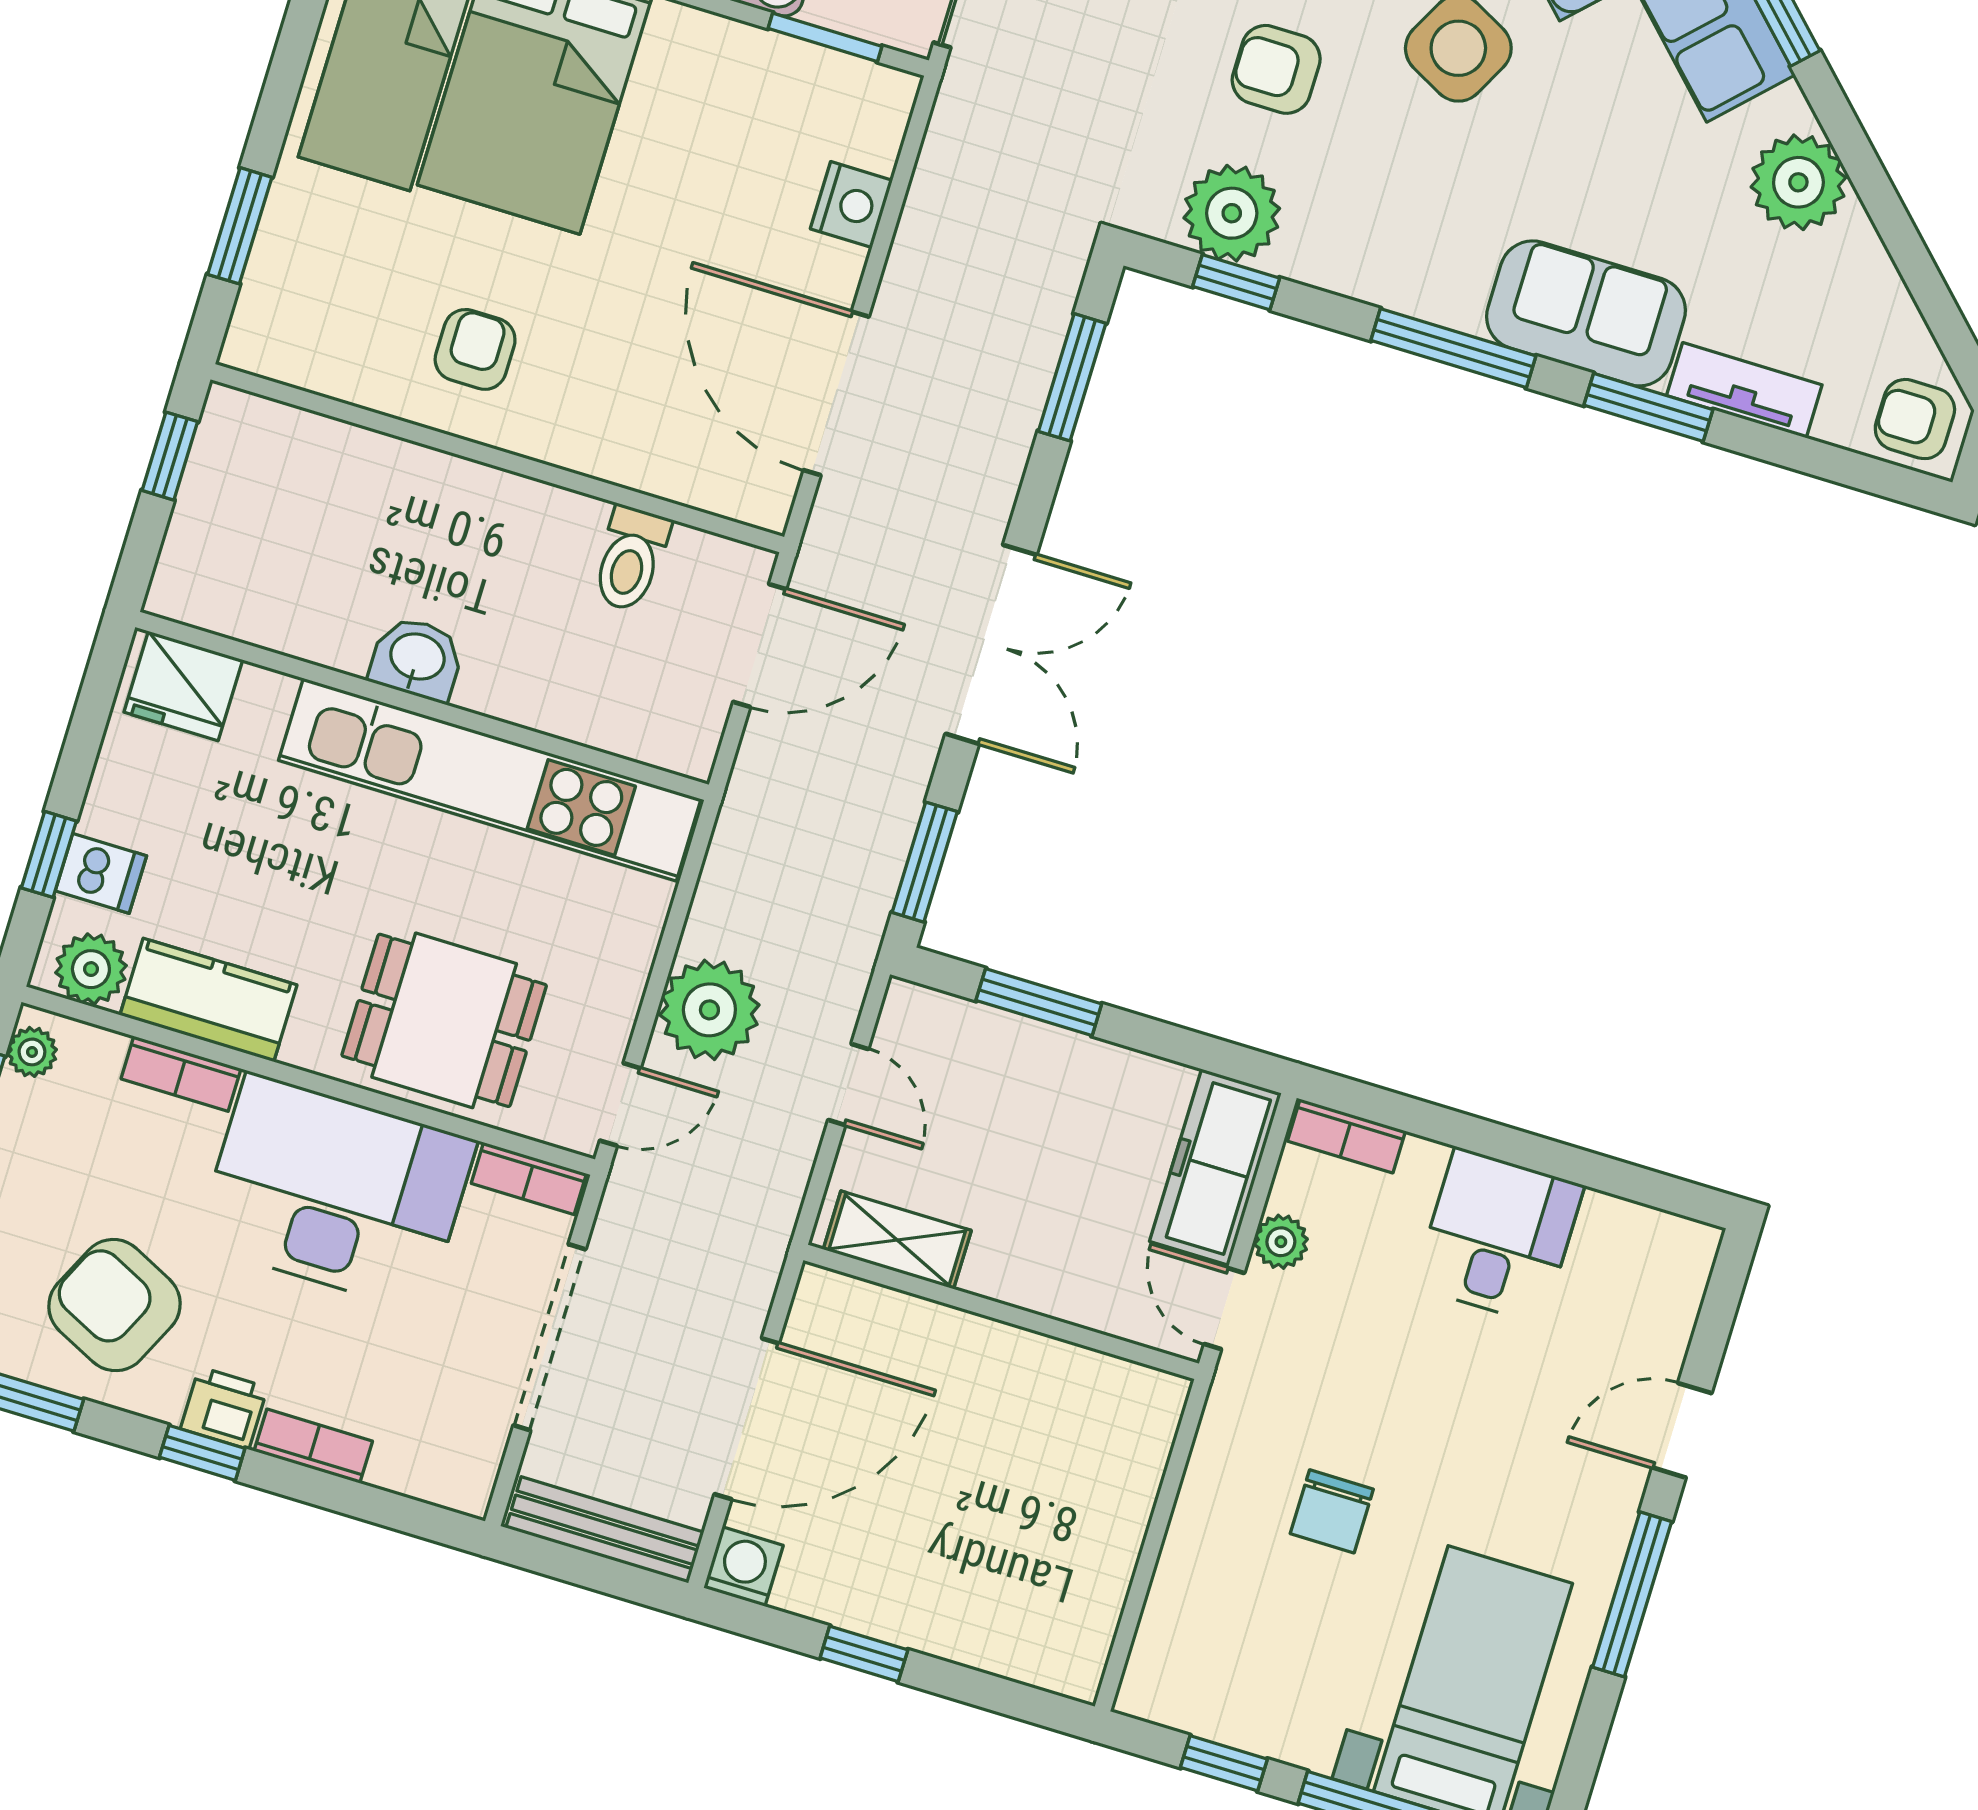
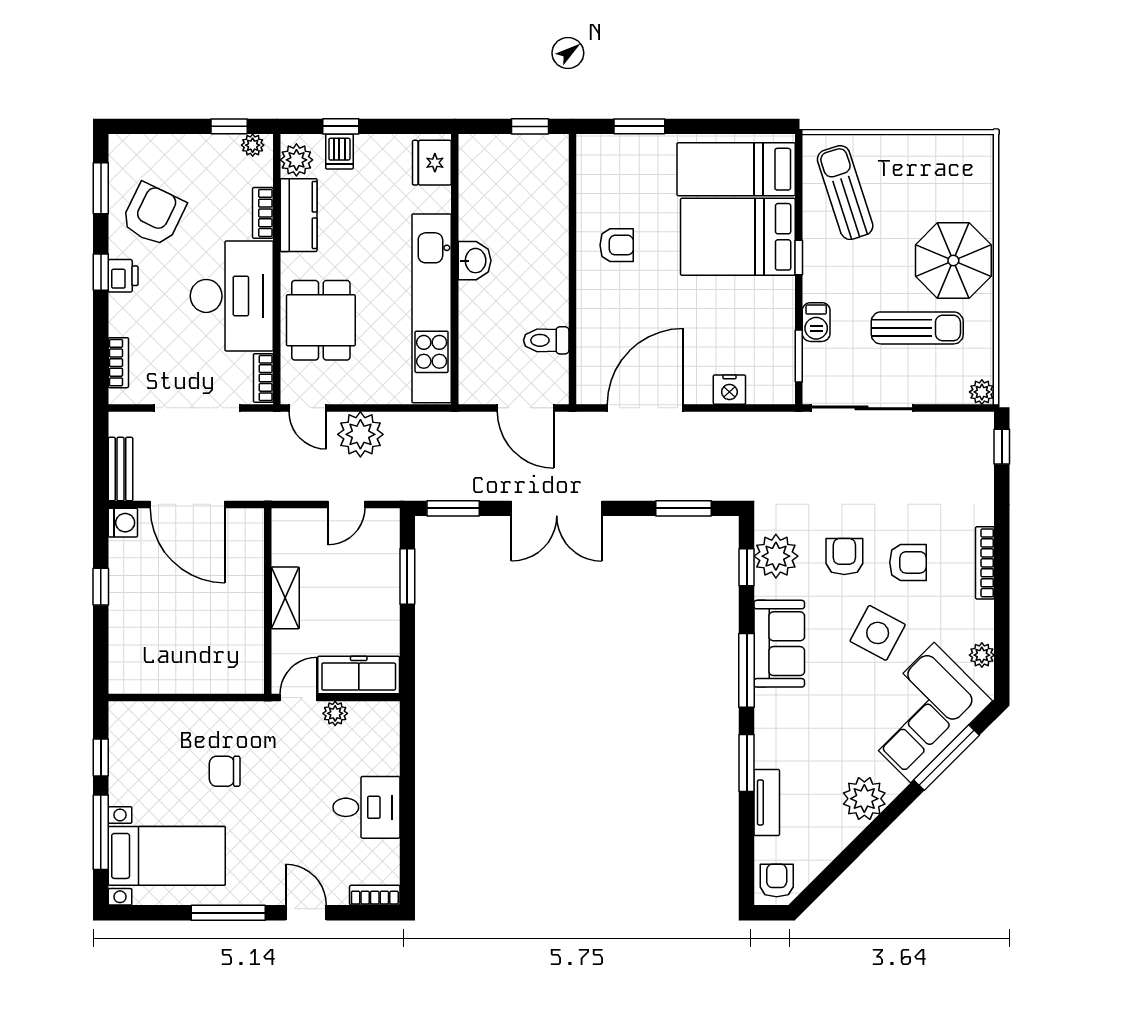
sofa: (1586, 313) -> (779, 644), moved
bookcase: (1346, 1136) -> (375, 895), moved, turned 90
shelving: (897, 1240) -> (285, 598), moved
bookcase: (313, 1446) -> (118, 363), moved
bench: (605, 1530) -> (120, 469), width x0.73

